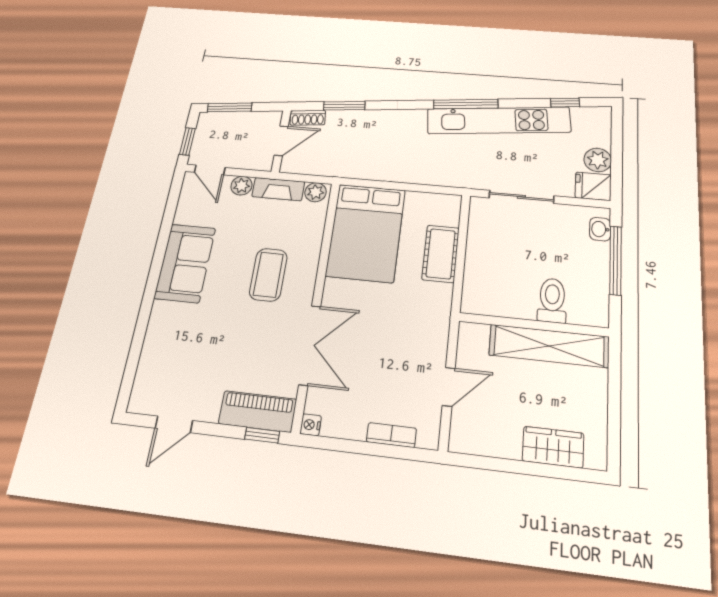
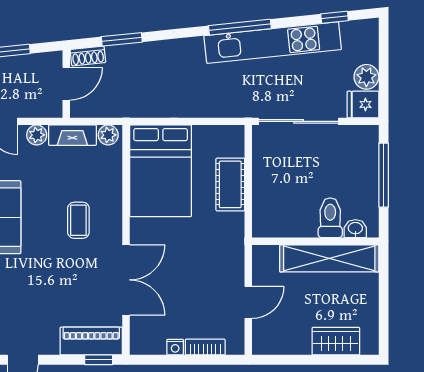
sliding door: (521, 197) -> (299, 121), width x1.37
washbasin: (600, 229) -> (355, 229), moved, turned 90
coffee table: (268, 275) -> (78, 220), width x0.73, depth x0.77
nightstand: (311, 425) -> (175, 347), moved, turned -90

